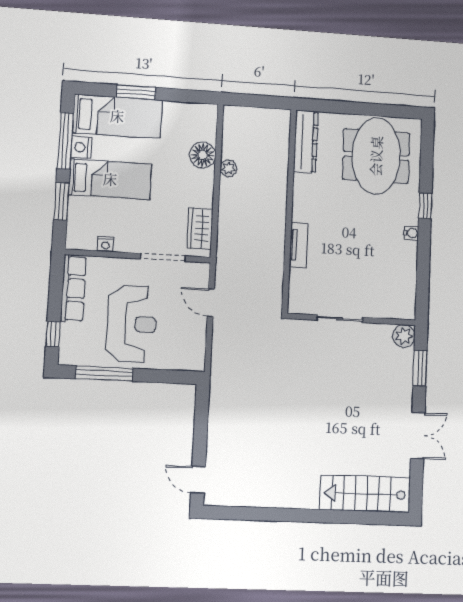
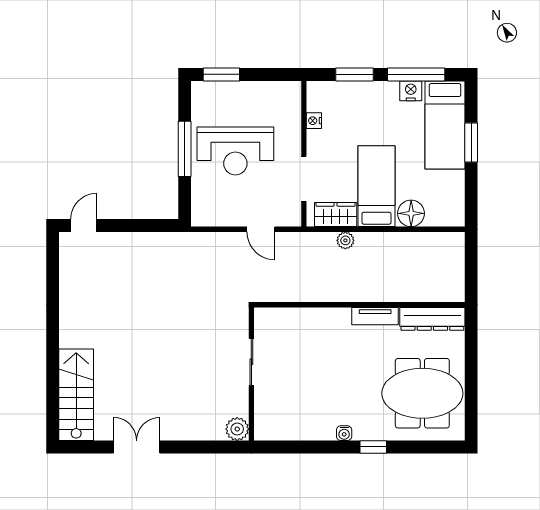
plant: (228, 168) -> (345, 240), moved
bed: (110, 179) -> (376, 186), moved, turned 180
tv unit: (299, 245) -> (375, 316), moved
row of seats: (73, 288) -> (268, 92), removed
door: (211, 303) -> (261, 229), swing flipped
window: (53, 334) -> (221, 74), width x1.50
window: (420, 368) -> (205, 447), removed
window: (104, 374) -> (185, 149), moved
double door: (418, 435) -> (137, 447), swing flipped

